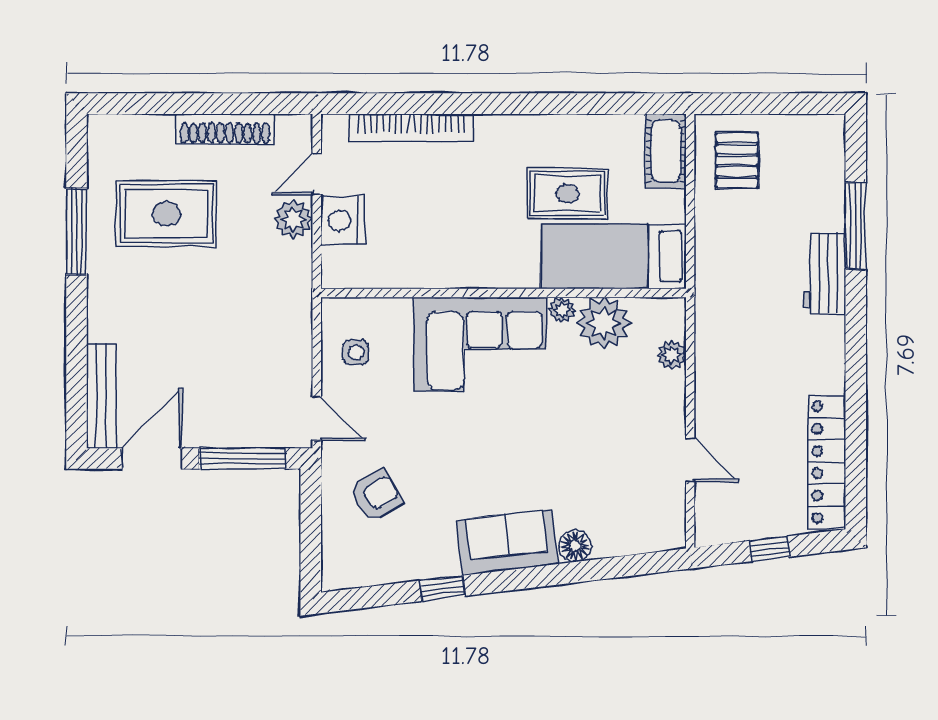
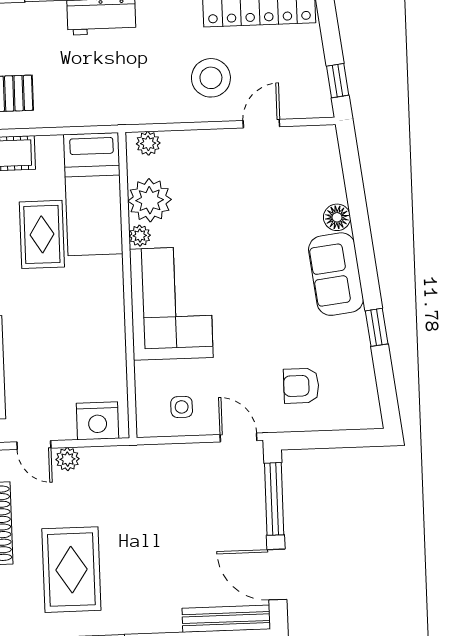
plant: (293, 219) -> (68, 459), width x0.73, depth x0.73
nightstand: (343, 220) -> (98, 421), moved
plant: (672, 355) -> (148, 143), moved
stool: (747, 402) -> (211, 78), added
door: (317, 419) -> (238, 438), hinge flipped
armchair: (376, 496) -> (301, 386), turned -60
window: (770, 549) -> (338, 81), moved

